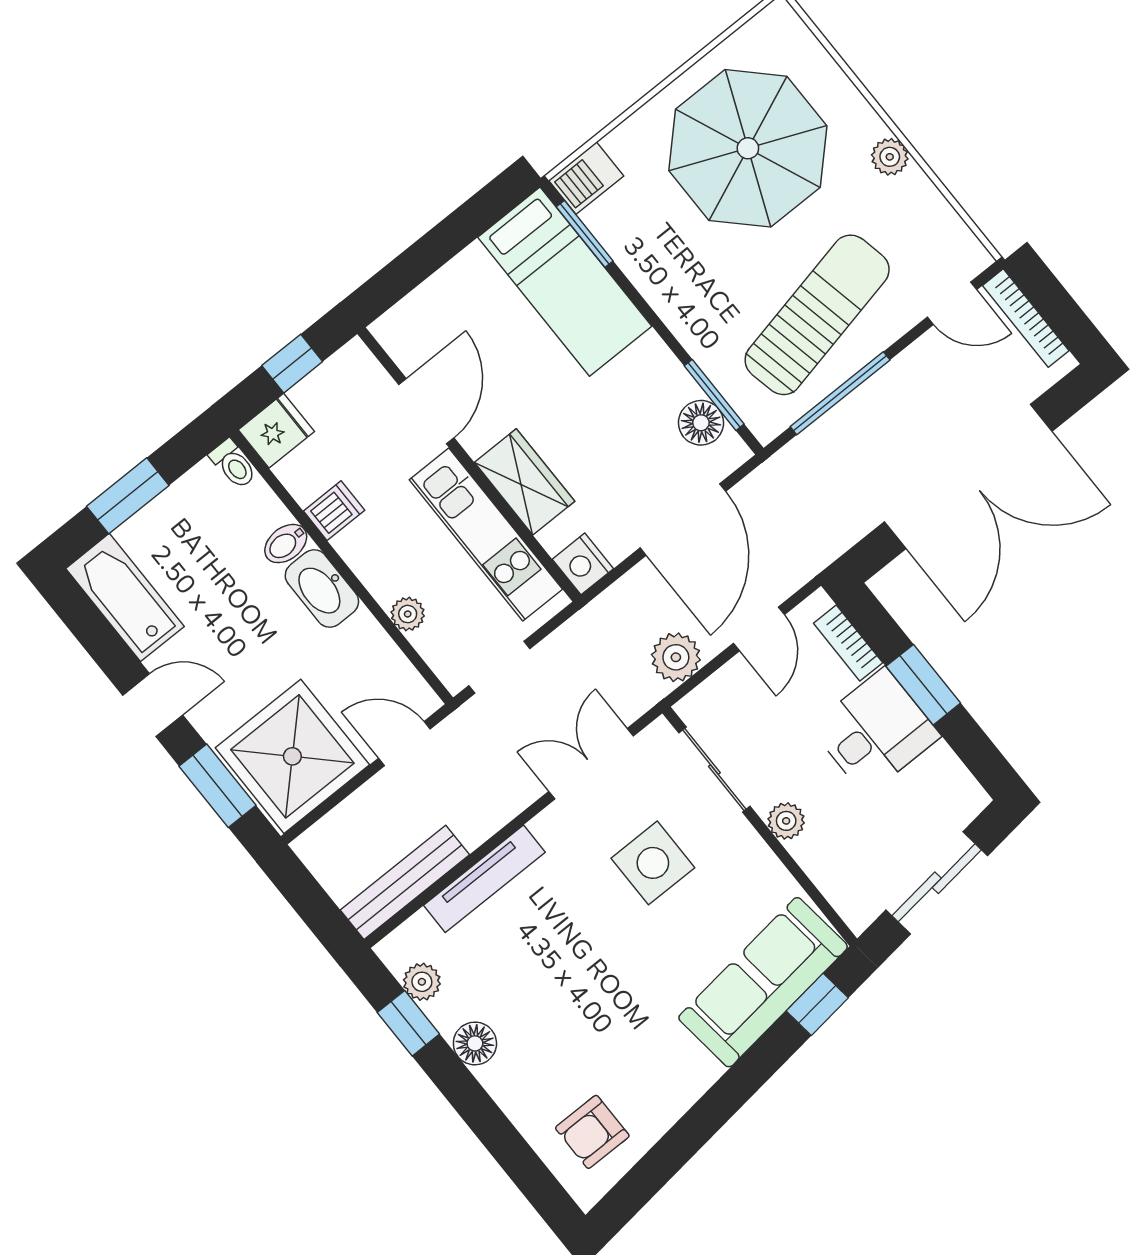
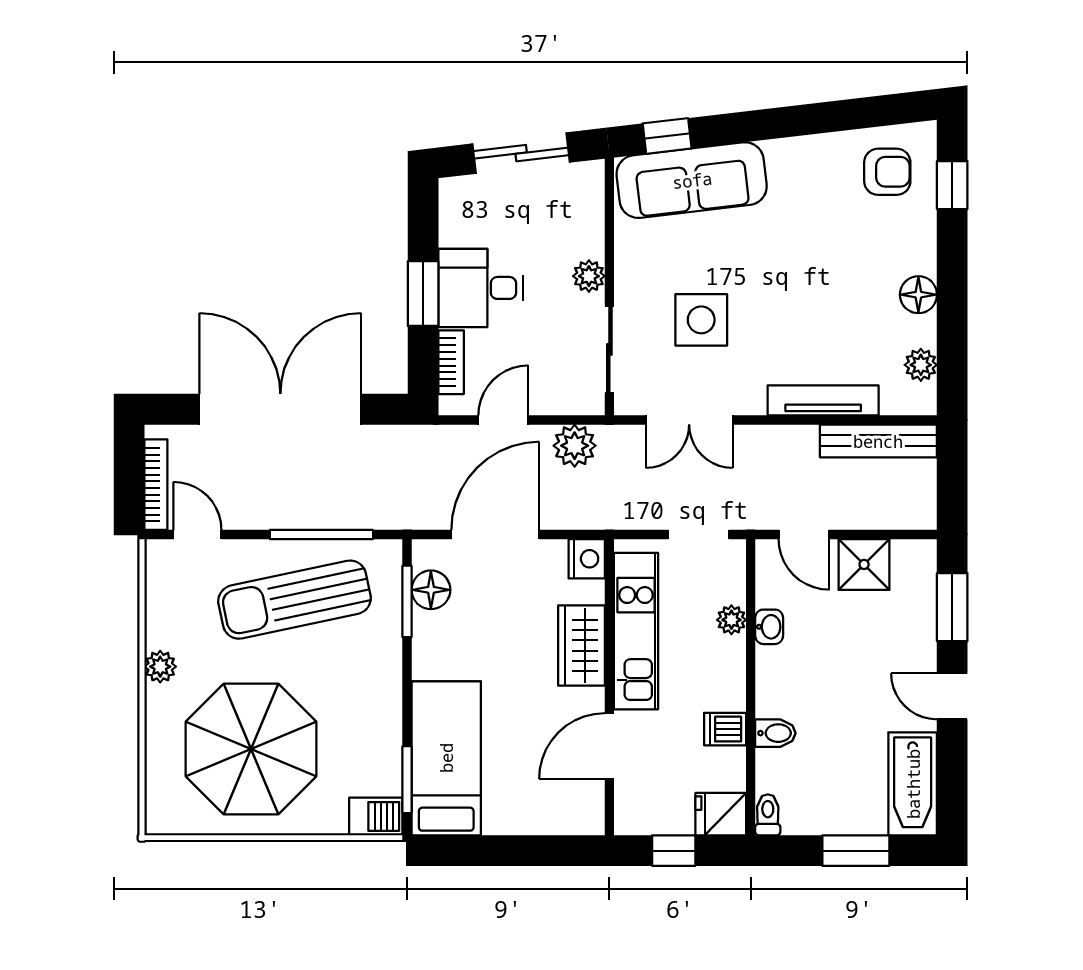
washbasin: (322, 588) -> (769, 627), moved, width x0.52, depth x0.69
shower: (292, 756) -> (864, 564), width x0.54, depth x0.54
window: (408, 1023) -> (952, 185), moved

